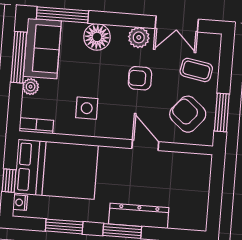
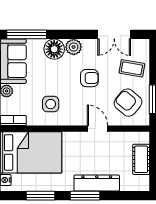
plant: (139, 37) -> (74, 47), moved
armchair: (140, 78) -> (89, 78), turned 180
cot: (199, 189) -> (141, 159), added

